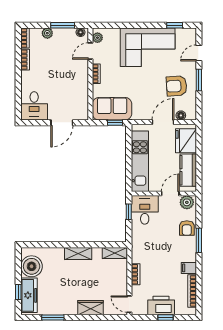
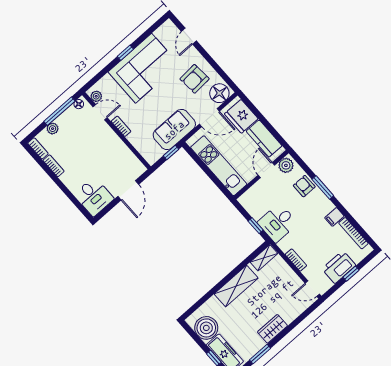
window: (63, 25) -> (59, 111), width x1.44
window: (175, 25) -> (125, 53), moved
door: (90, 51) -> (100, 112), swing flipped
window: (199, 80) -> (208, 58), removed
sofa: (112, 109) -> (174, 130), moved
floor lamp: (181, 115) -> (219, 93), width x1.89, depth x1.89
door: (163, 122) -> (209, 118), swing flipped
desk: (145, 210) -> (278, 223), moved, turned -90
window: (129, 212) -> (256, 226), moved
armchair: (187, 228) -> (304, 186), turned 180
shelving: (78, 254) -> (236, 286), width x1.50, depth x1.33
wardrobe: (90, 308) -> (272, 329), moved

